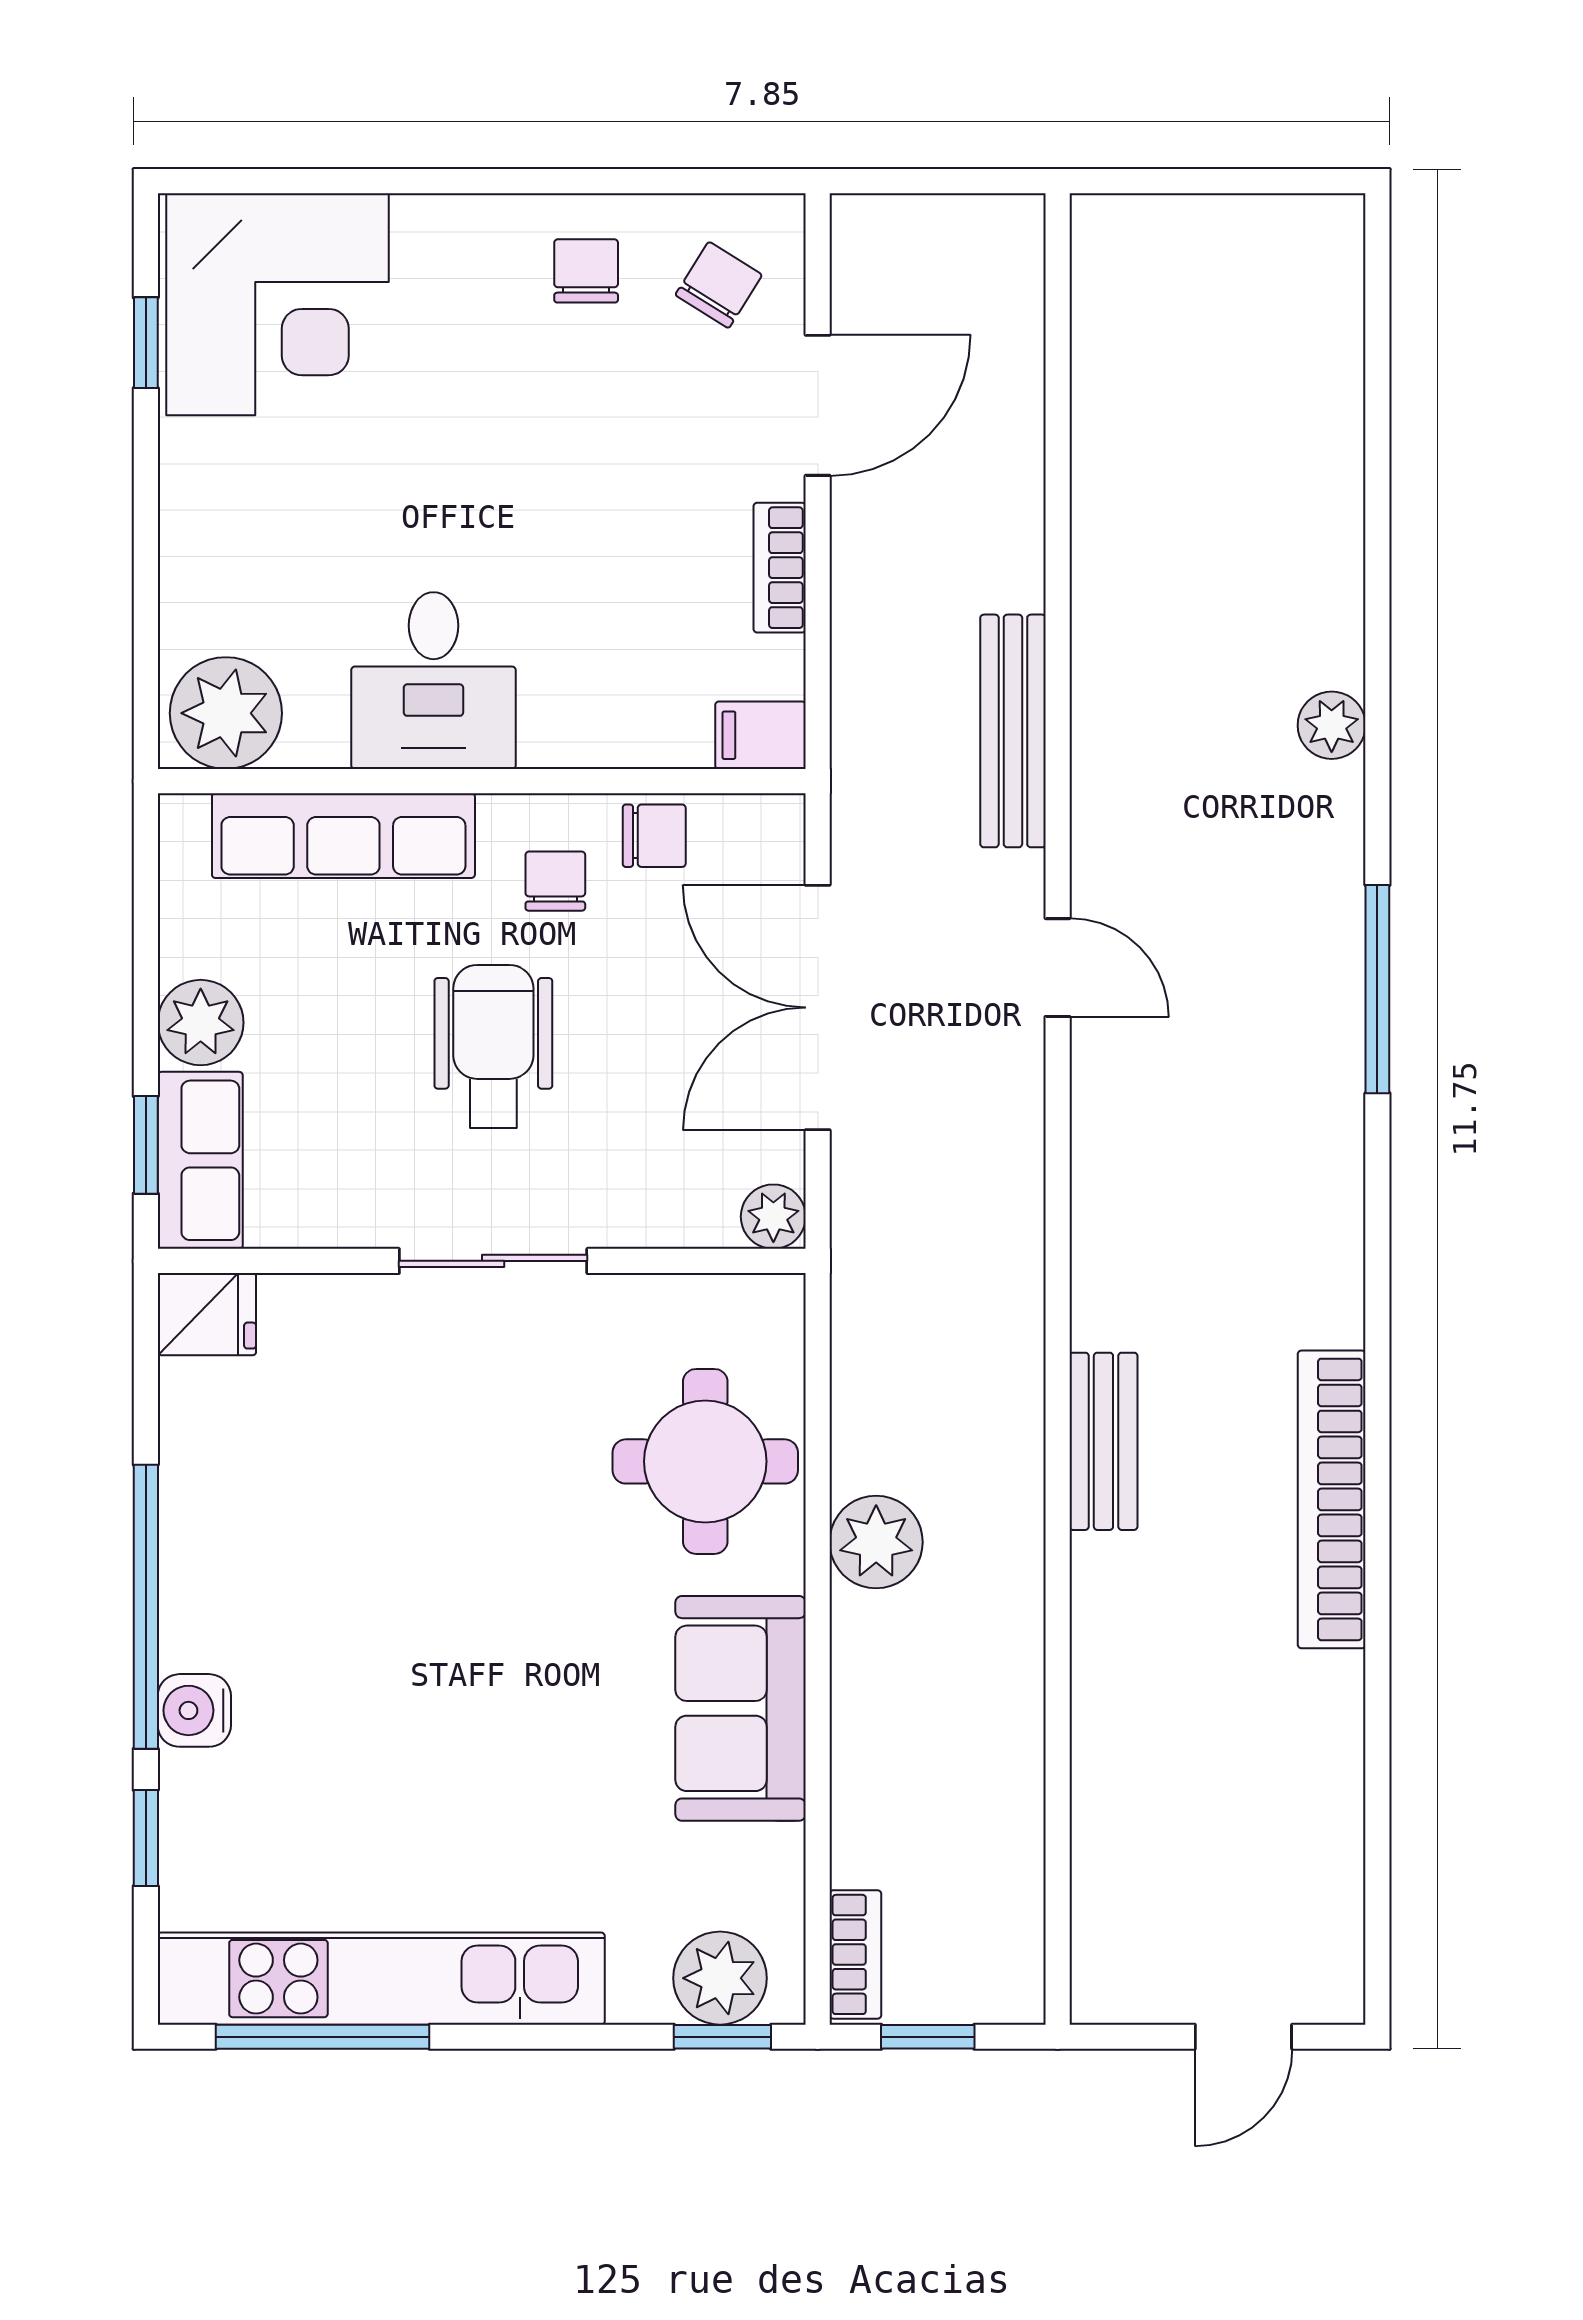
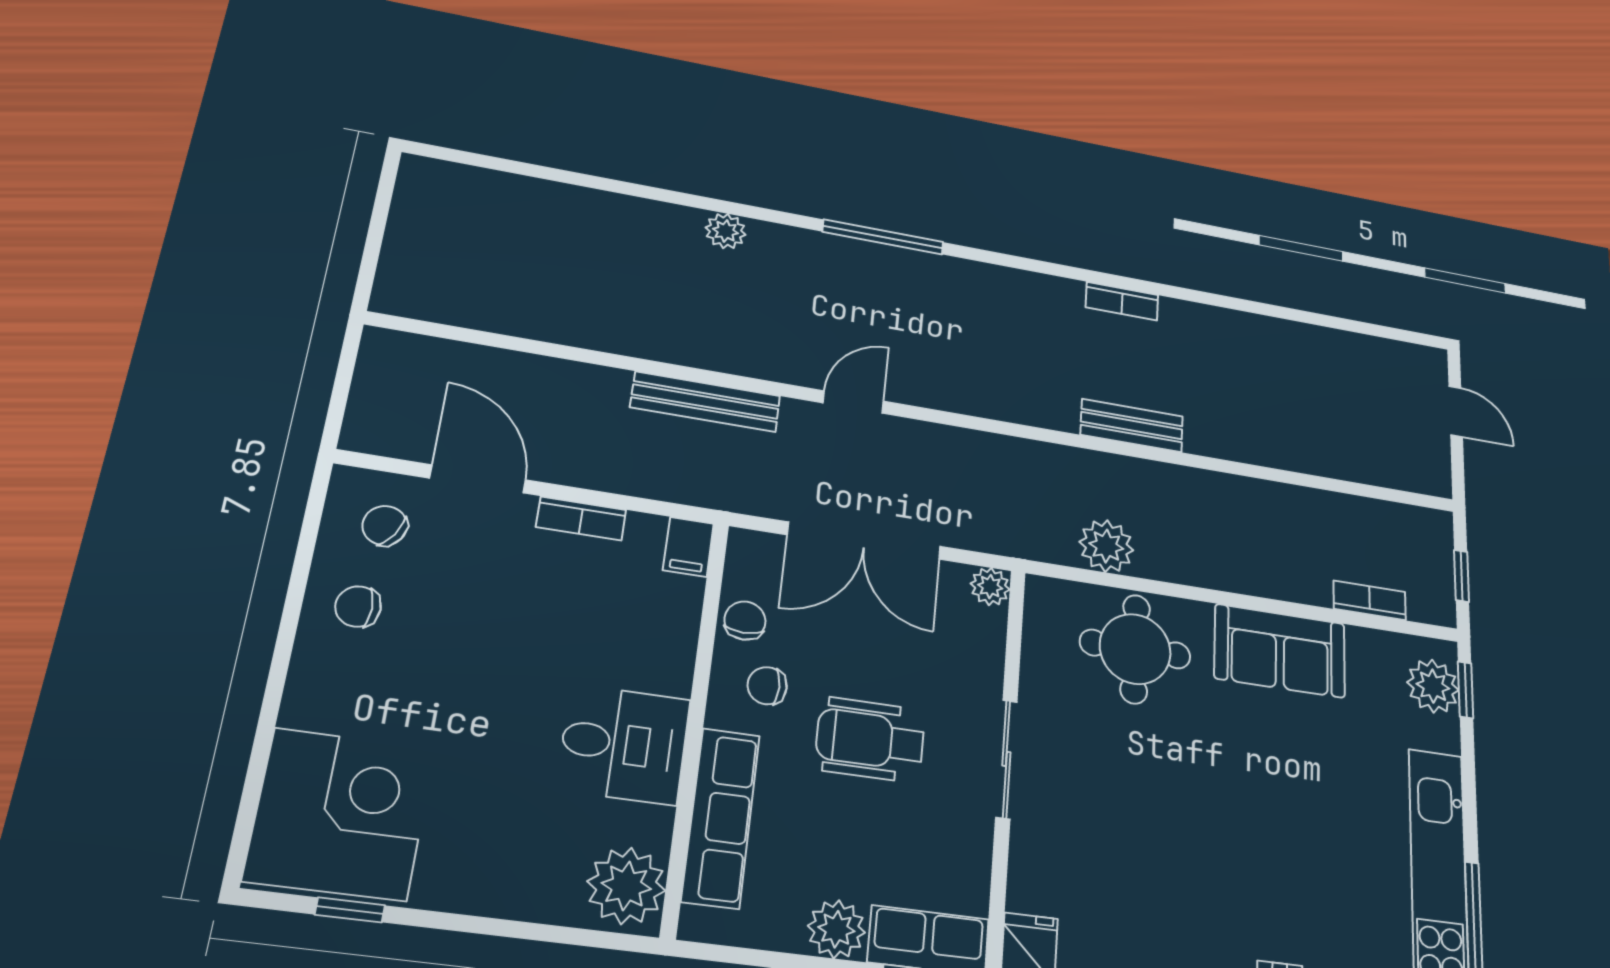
bookcase: (1332, 1499) -> (1122, 301), width x0.43, depth x0.76
plant: (876, 1542) -> (1106, 546), moved
bookcase: (855, 1954) -> (1370, 600), moved

